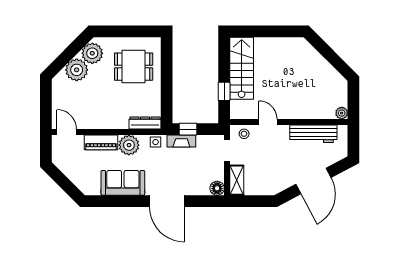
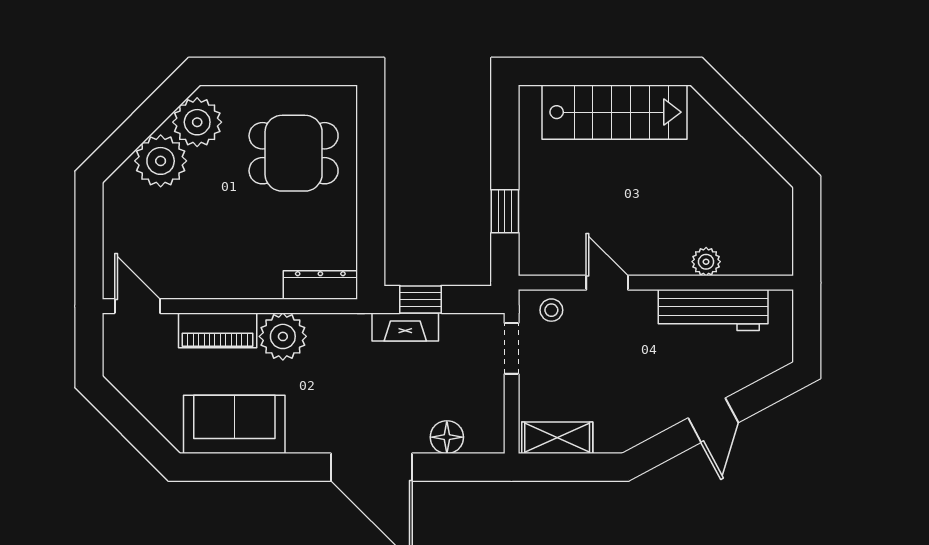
stairs: (242, 68) -> (615, 112), moved, turned 90
plant: (342, 113) -> (706, 262), moved
side table: (156, 142) -> (345, 329), removed
shelving: (237, 180) -> (557, 438), moved, turned 90
door: (313, 181) -> (713, 420), width x0.53
sofa: (123, 183) -> (234, 424), moved
floor lamp: (217, 188) -> (447, 437), moved

